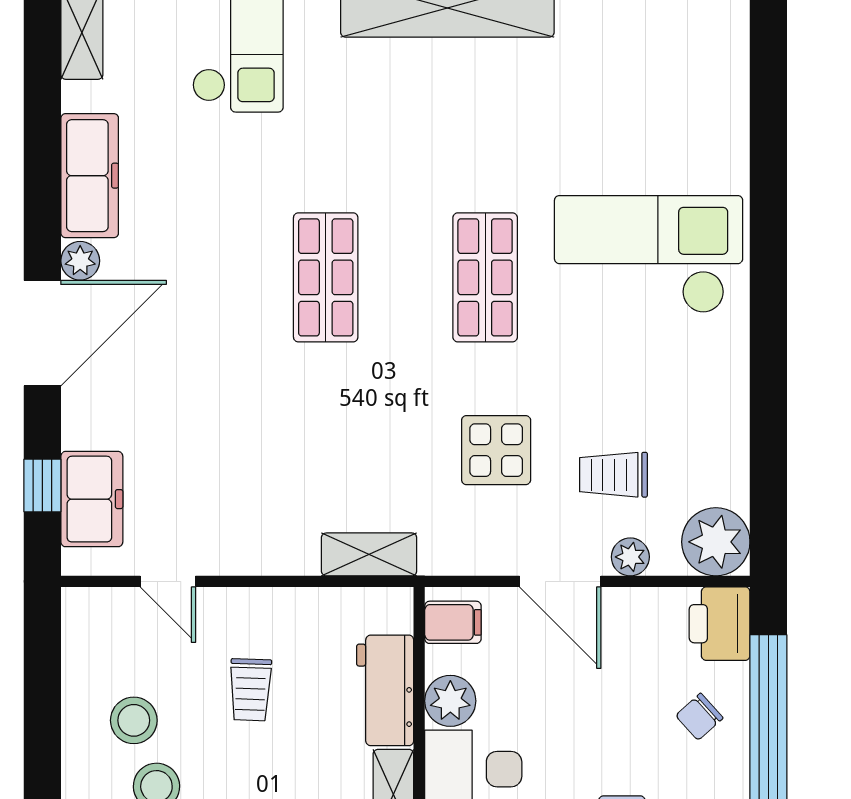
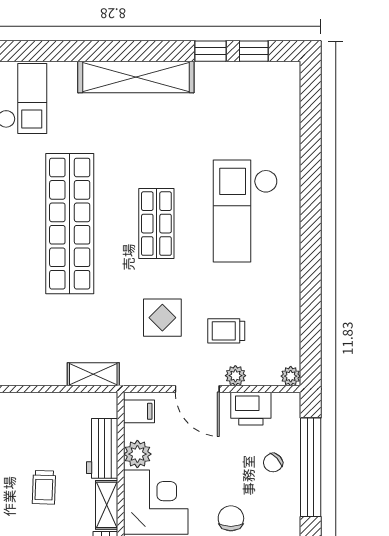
checkout: (649, 254) -> (245, 211), turned -90
shop shelf: (326, 277) -> (70, 224), width x2.00, depth x1.36
plant: (716, 542) -> (291, 376), width x0.53, depth x0.53
printer: (720, 624) -> (251, 409), moved, turned -90
trolley: (250, 690) -> (44, 487), moved

